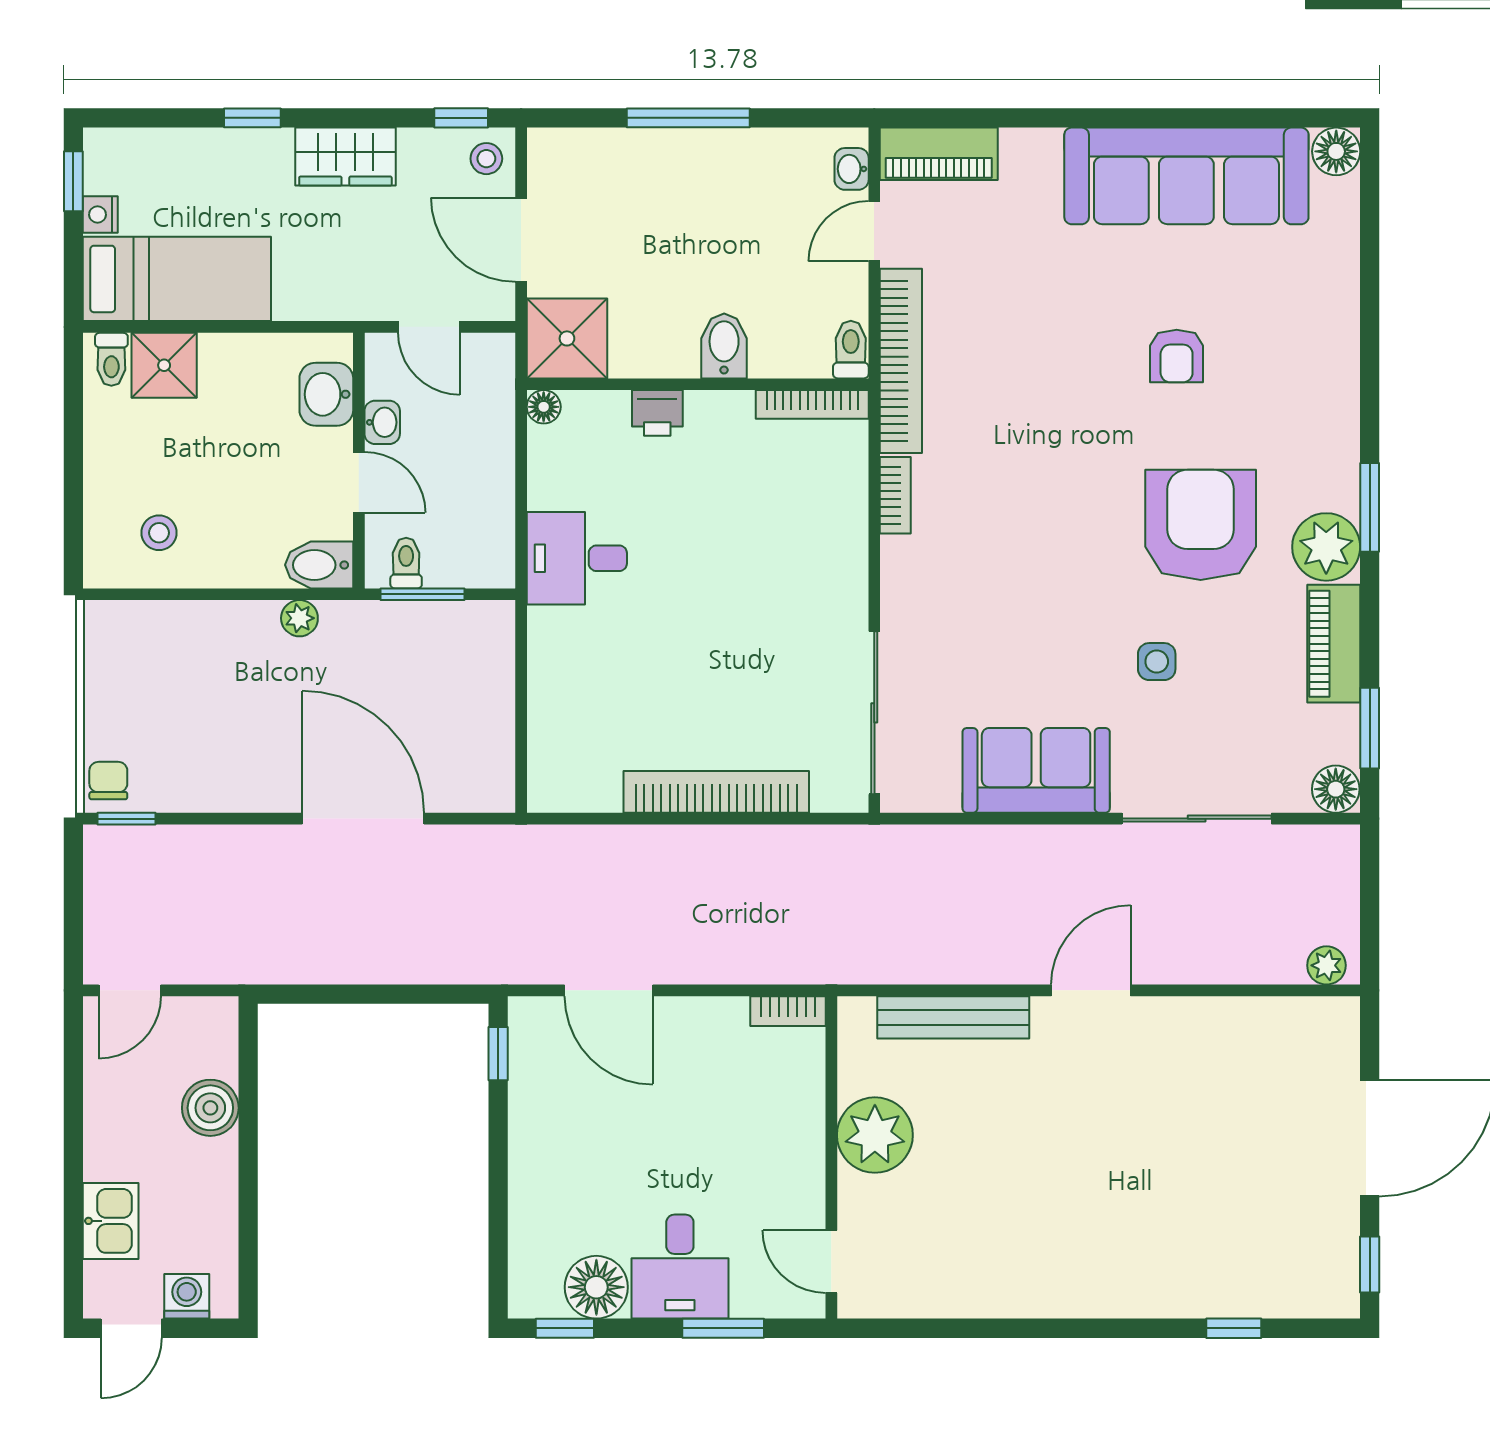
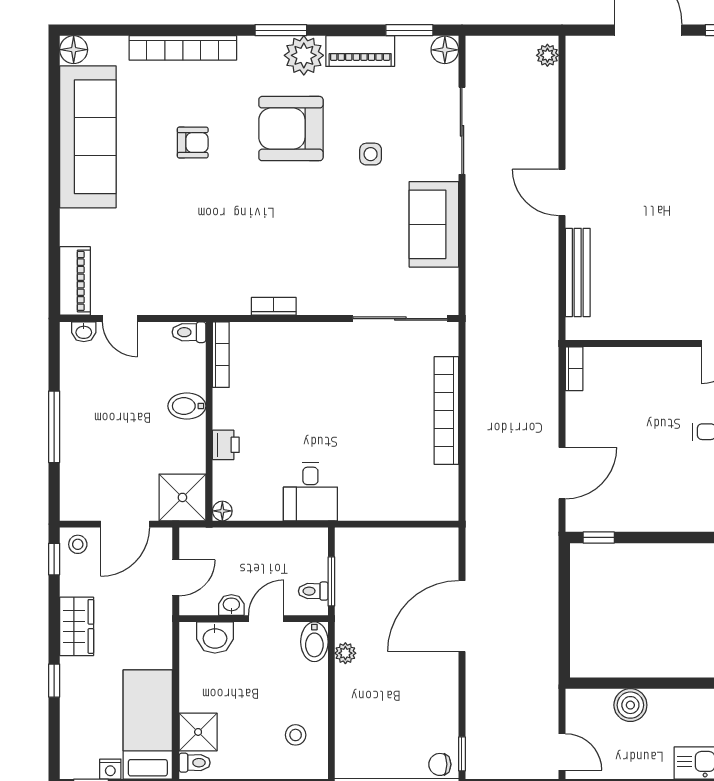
bookcase: (901, 361) -> (183, 48), moved, turned 180
plant: (875, 1135) -> (646, 318), removed

